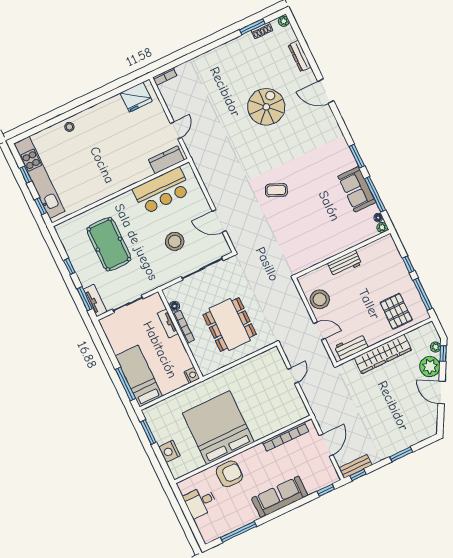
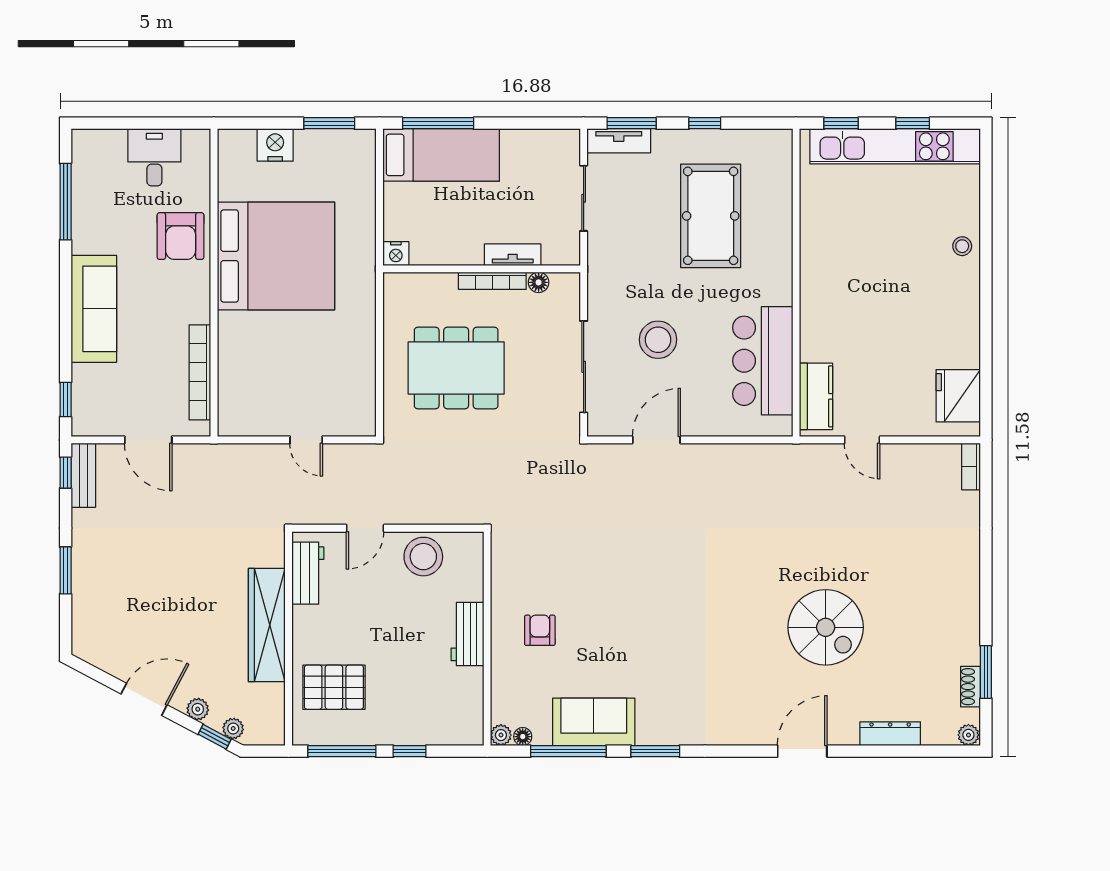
coffee table: (276, 190) -> (663, 572), removed
armchair: (328, 232) -> (540, 630), added
pool table: (109, 244) -> (711, 216), turned 90
plant: (430, 367) -> (198, 709), width x0.53, depth x0.53

